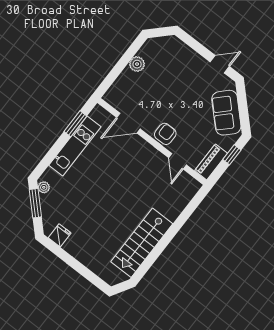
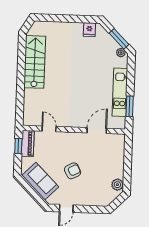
plant: (137, 64) -> (117, 185), moved
armchair: (165, 134) -> (73, 171), moved, turned -117
window: (232, 155) -> (18, 146), moved

